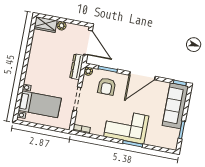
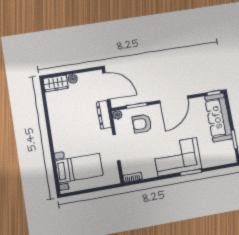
armchair: (107, 86) -> (142, 124), turned 90

